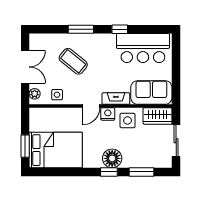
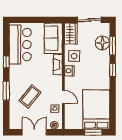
door: (91, 106) -> (63, 97), moved
floor lamp: (112, 158) -> (102, 43), moved

